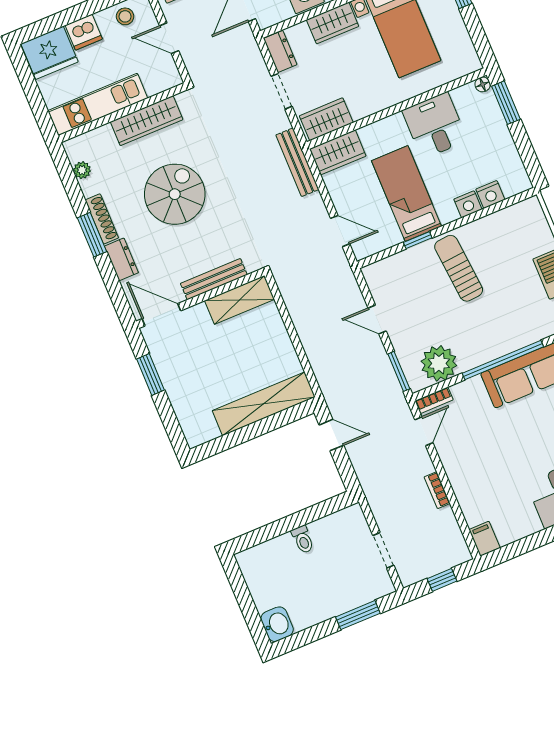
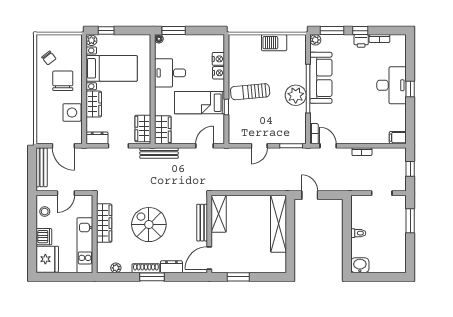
plant: (439, 363) -> (296, 95), moved
door: (331, 435) -> (310, 195), hinge flipped
washbasin: (277, 624) -> (360, 265), moved

